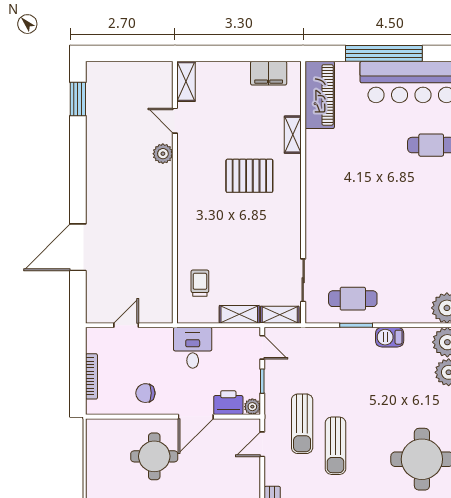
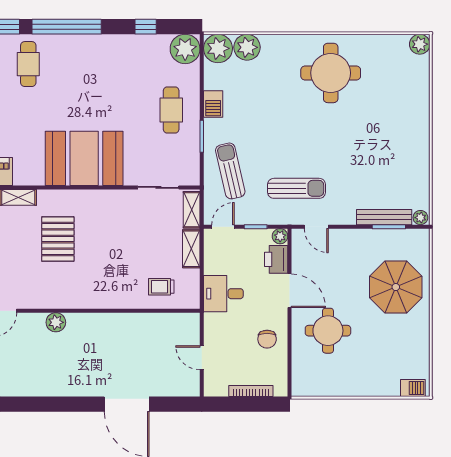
plant: (163, 154) -> (56, 322), moved
booth: (333, 203) -> (84, 158), added
cafe table: (353, 299) -> (171, 110), moved
sun lounger: (336, 446) -> (230, 171), moved, turned -103

